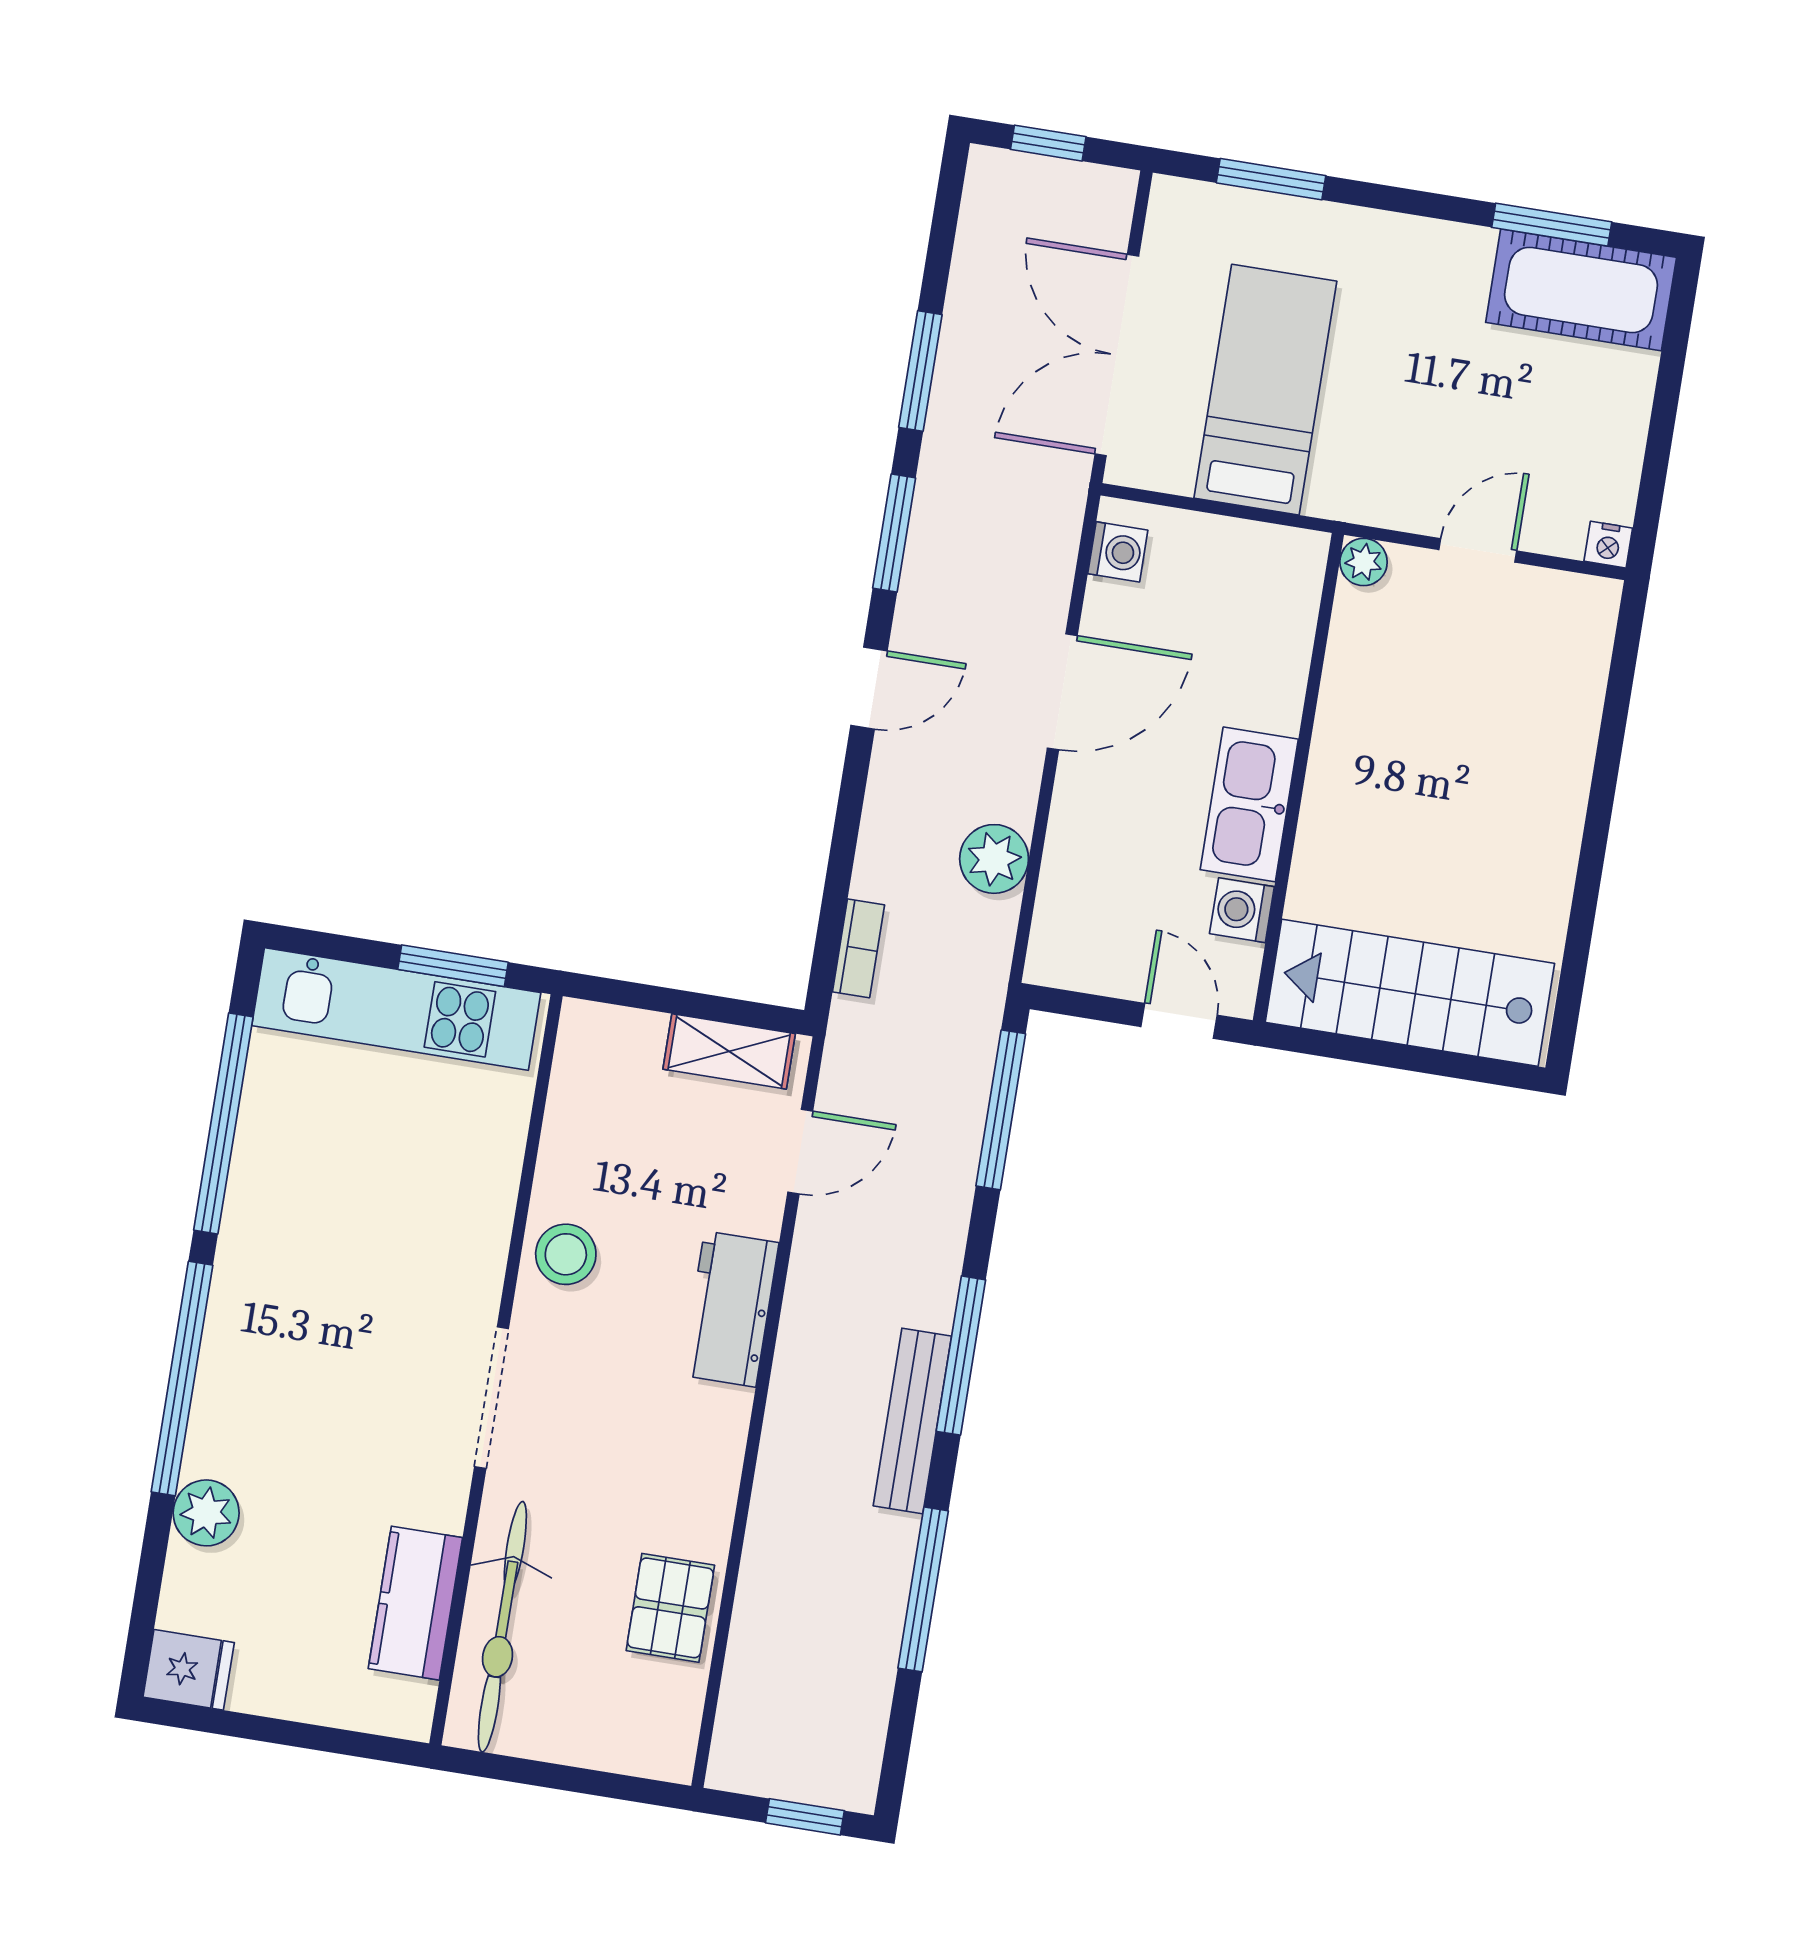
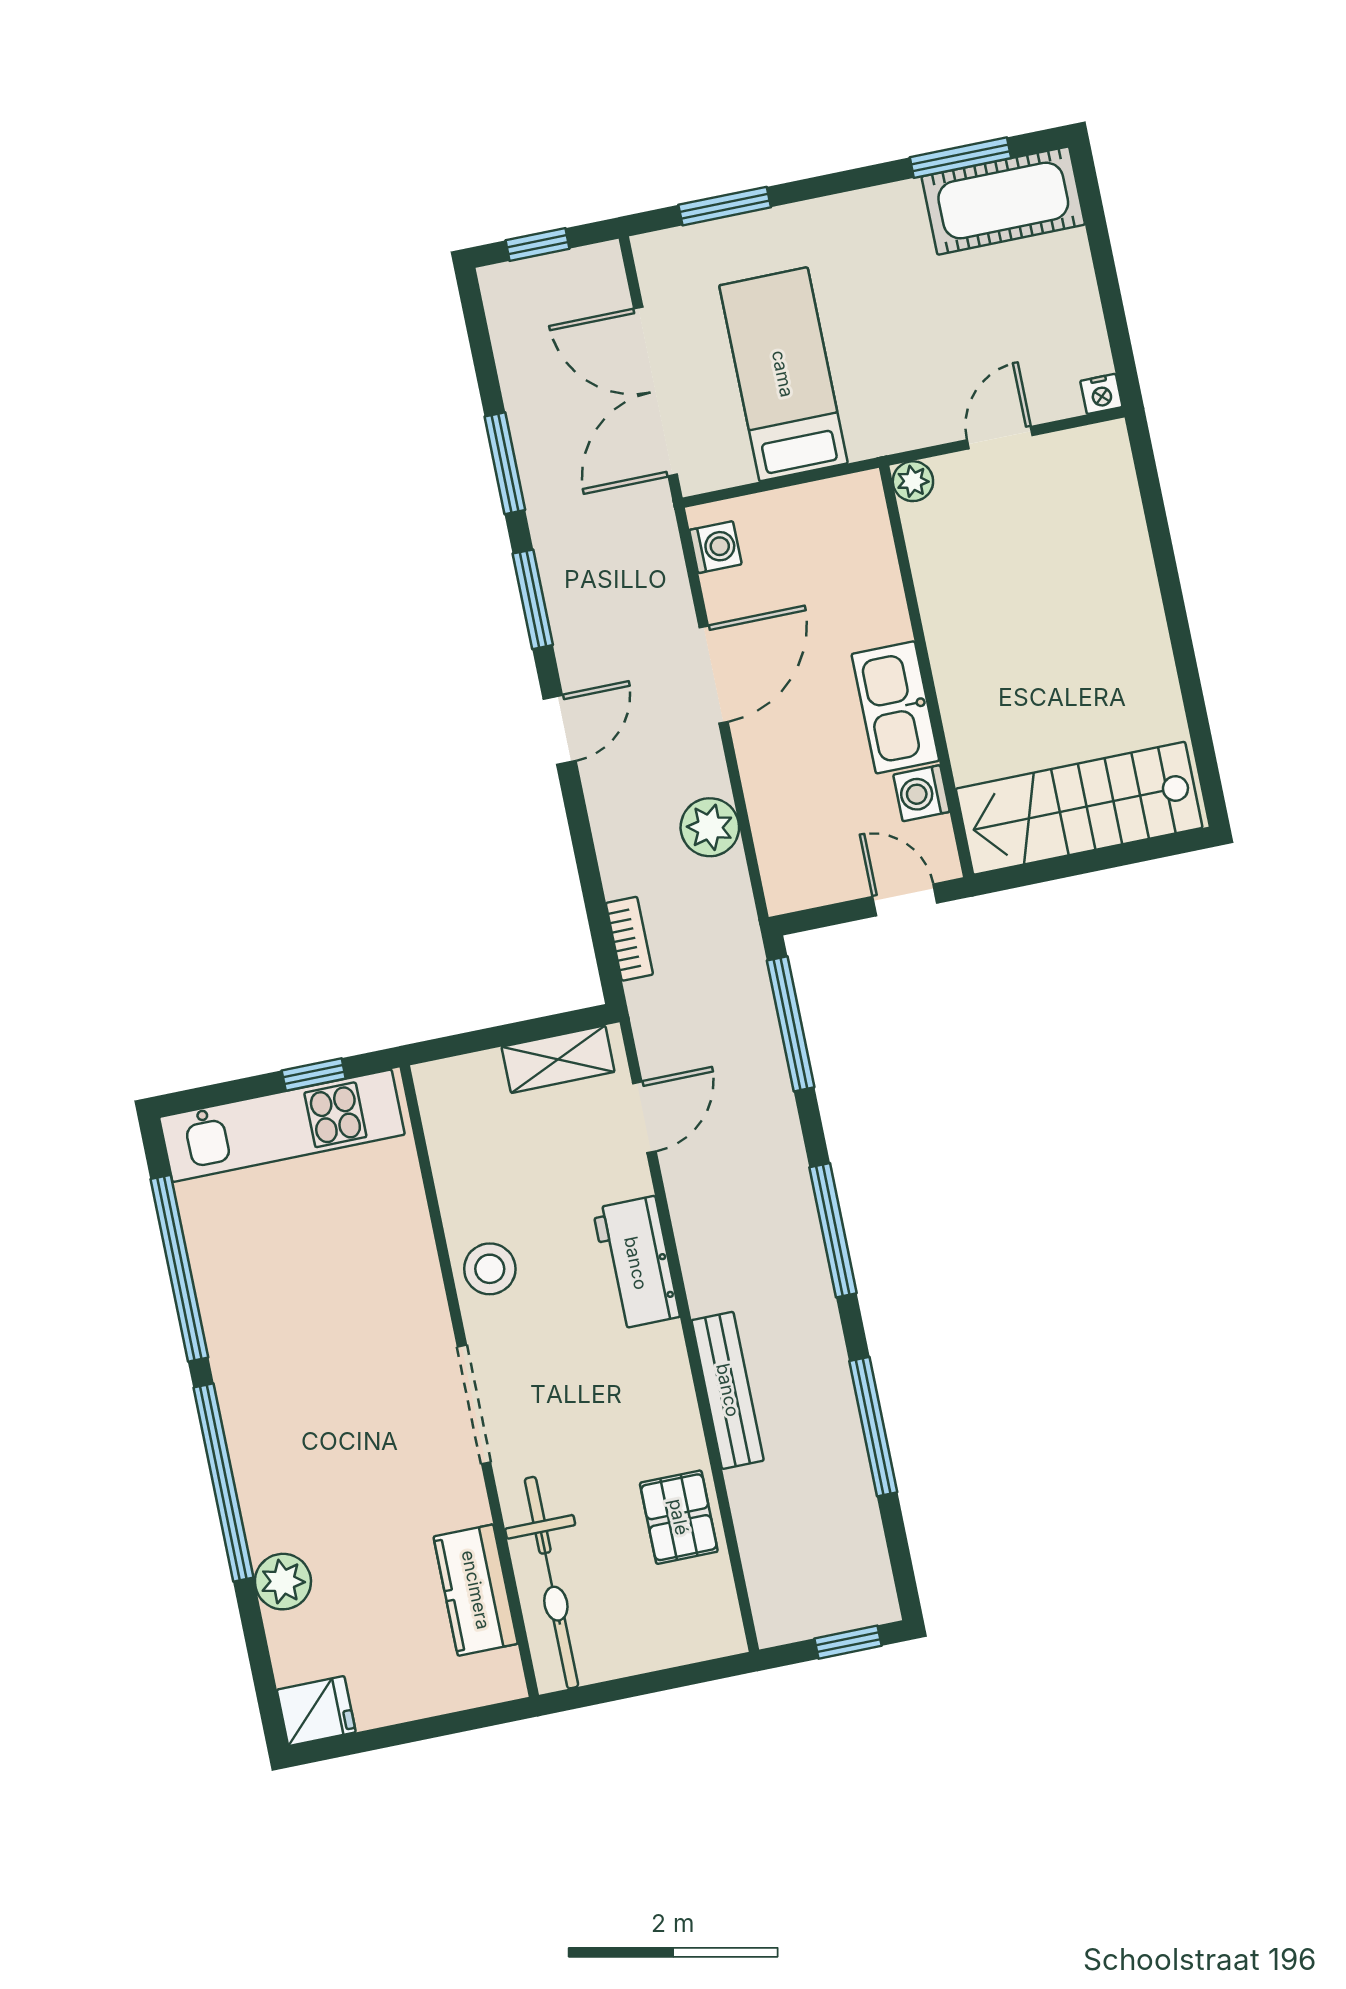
window: (453, 966) -> (314, 1074), width x0.67
bench: (912, 1421) -> (728, 1390), moved

